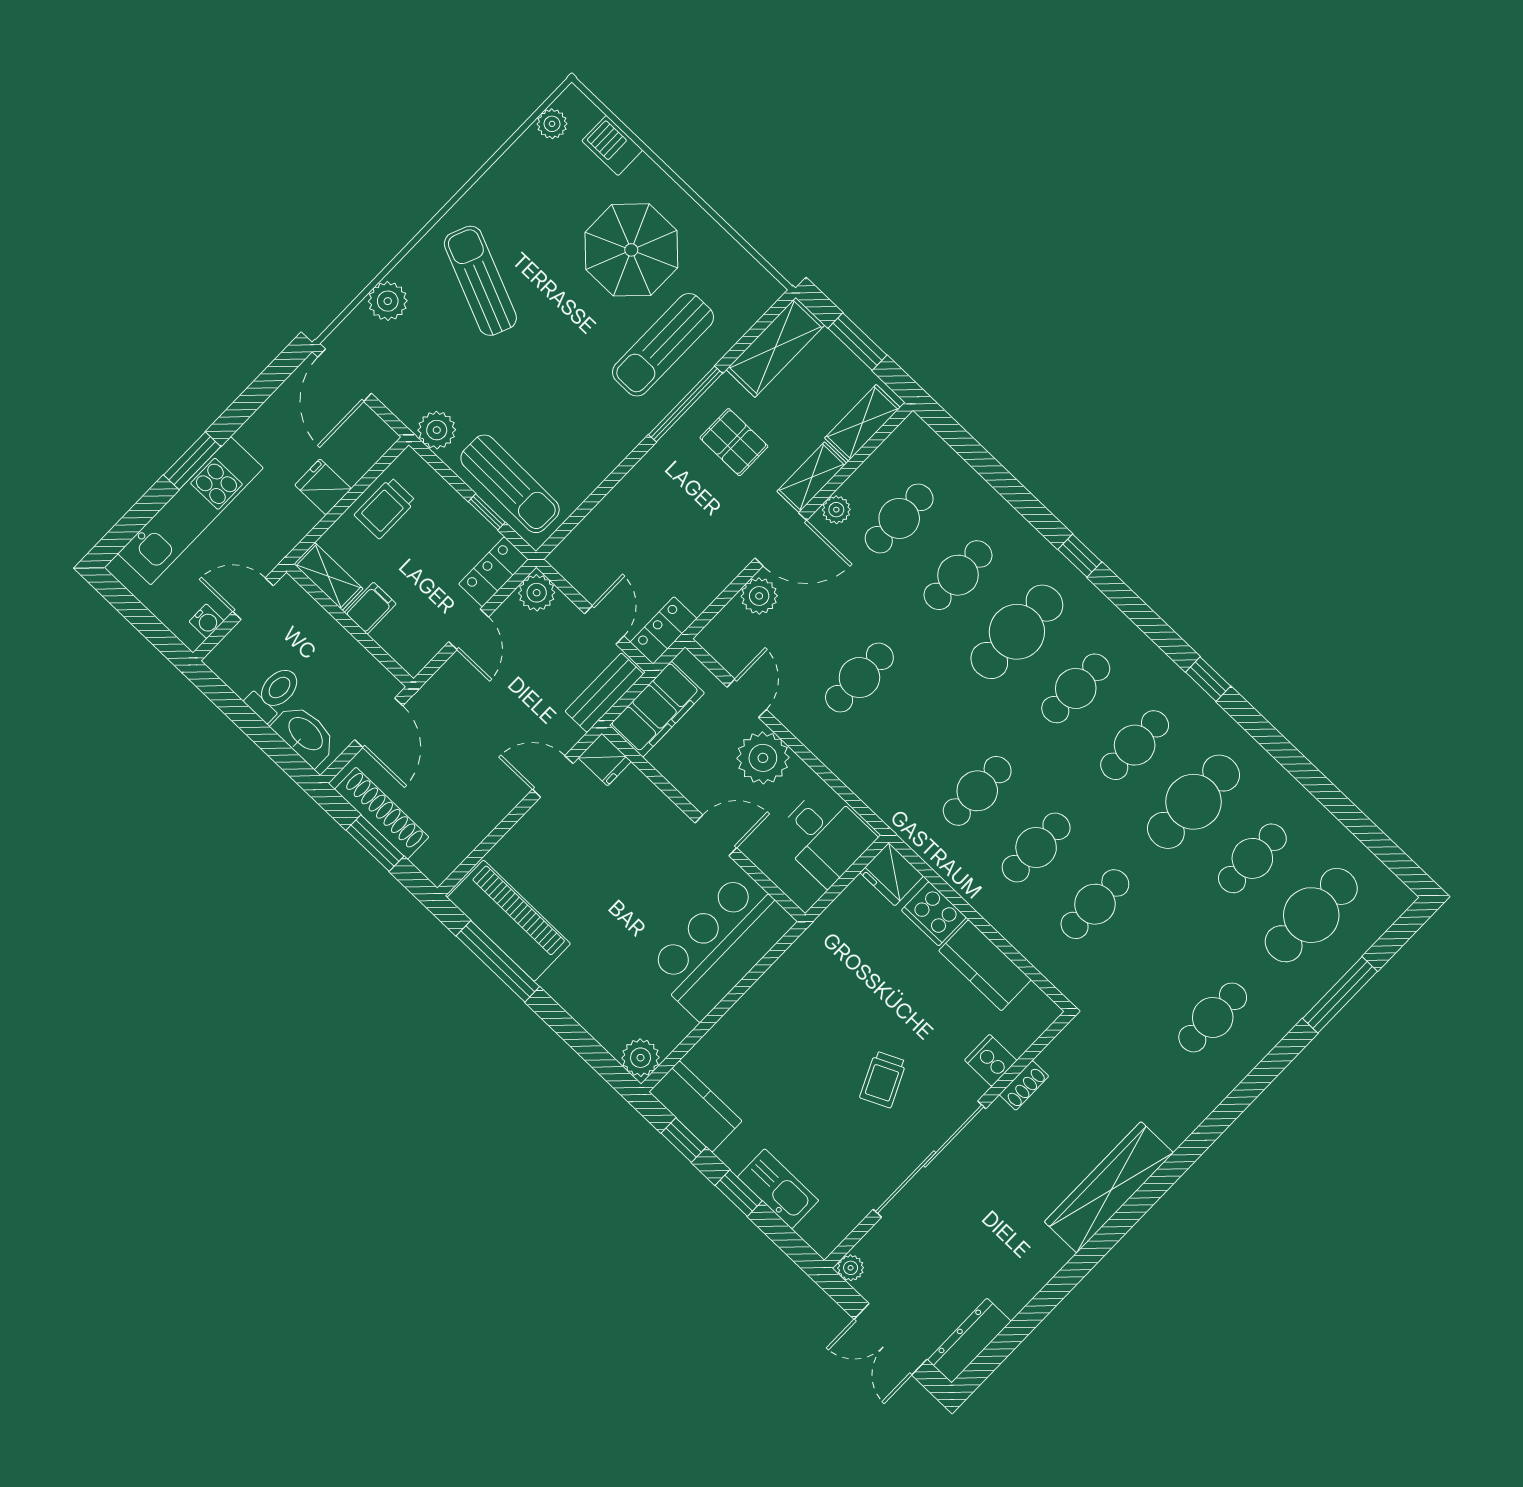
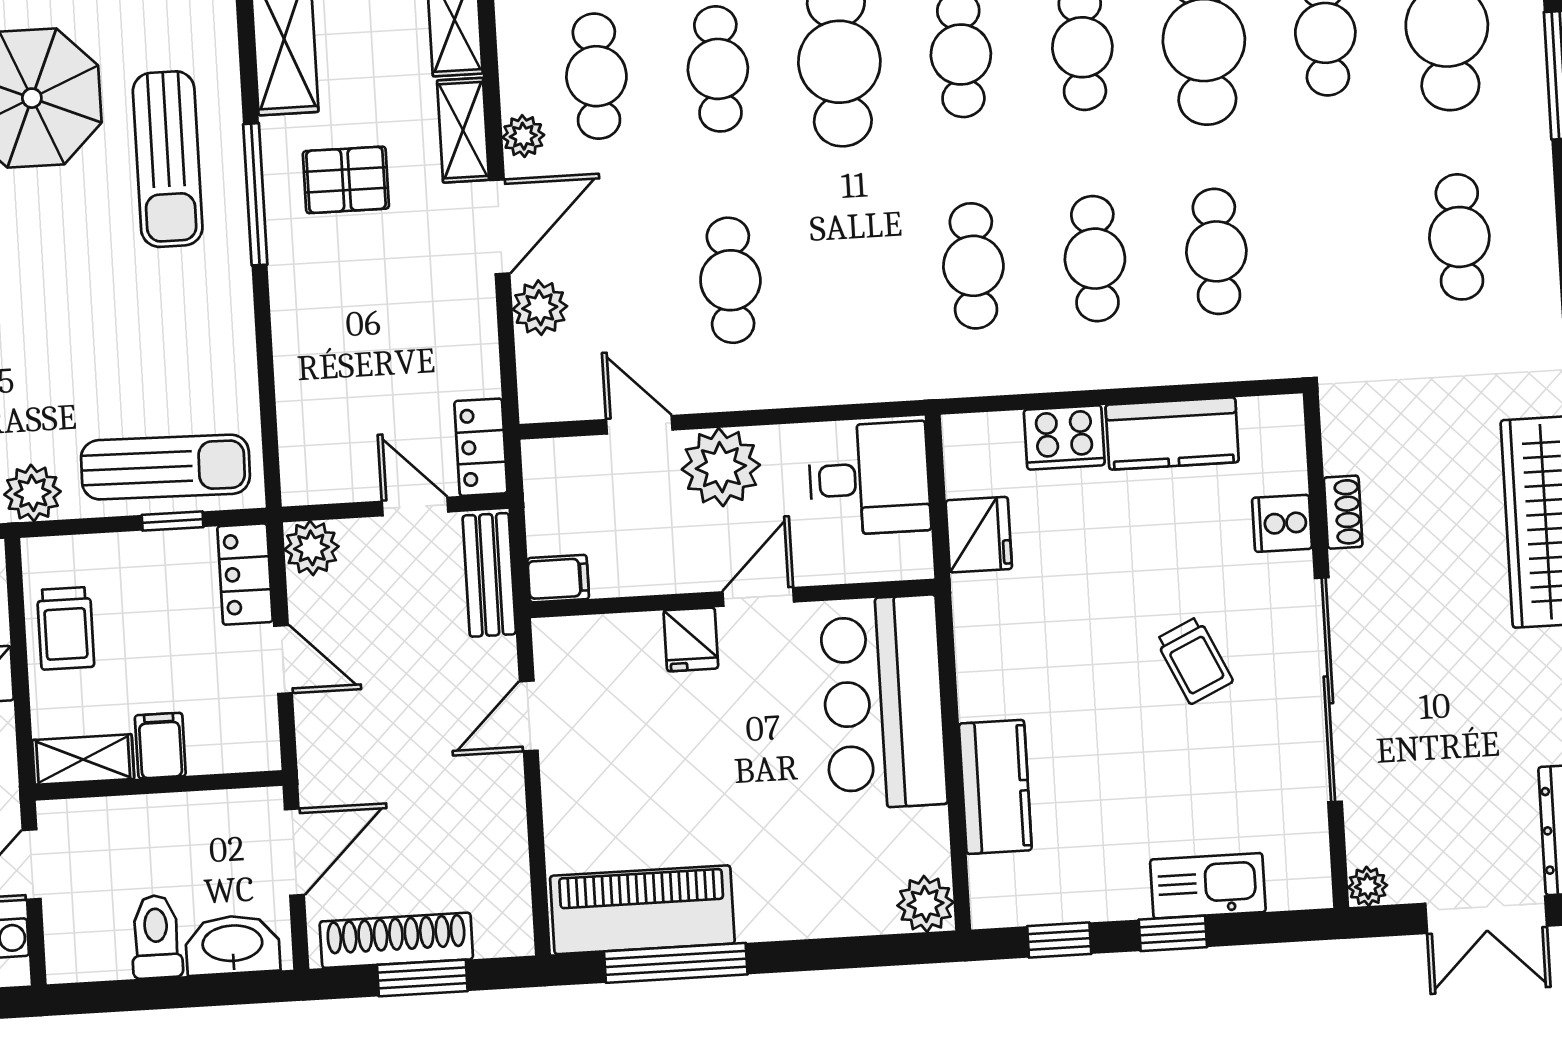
filing cabinet: (657, 709) -> (558, 579), width x0.33, depth x0.86
door: (379, 723) -> (294, 852), hinge flipped
fridge: (605, 760) -> (691, 639), moved, turned 90
fridge: (892, 874) -> (979, 535), moved, turned -90
kitchen counter: (695, 1106) -> (995, 787), moved, turned 90

